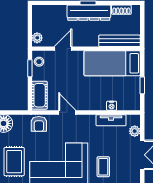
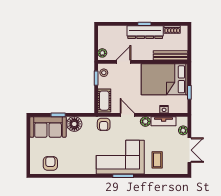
bed: (112, 63) -> (165, 79), width x1.50
plant: (89, 120) -> (145, 121), added
rug: (14, 162) -> (83, 156), removed

